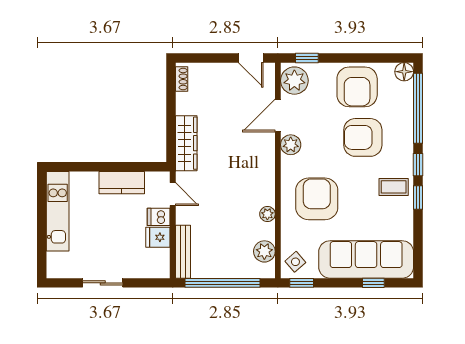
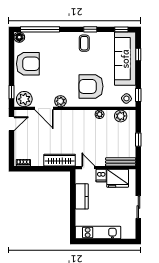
armchair: (363, 137) -> (56, 60), removed
window: (418, 165) -> (121, 29), moved
door: (173, 194) -> (88, 168), hinge flipped
fridge: (158, 237) -> (118, 178), width x1.88, depth x1.34
window: (222, 283) -> (138, 140), width x0.32

